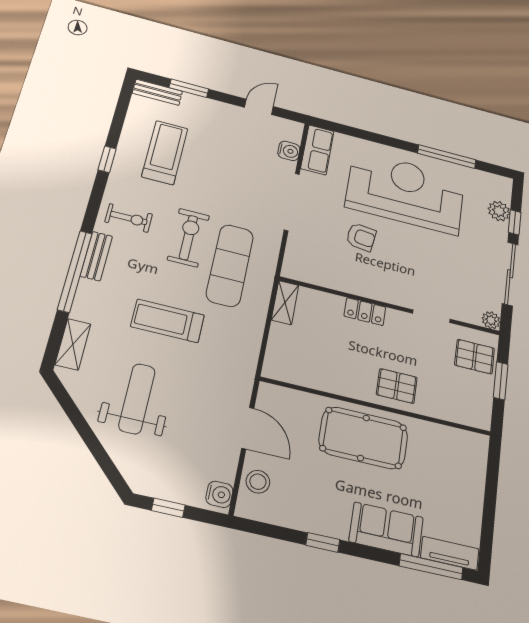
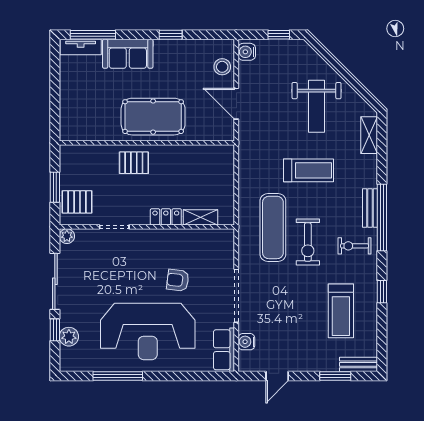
window: (75, 271) -> (382, 217), moved
shelving: (285, 303) -> (201, 217), moved, turned 90

